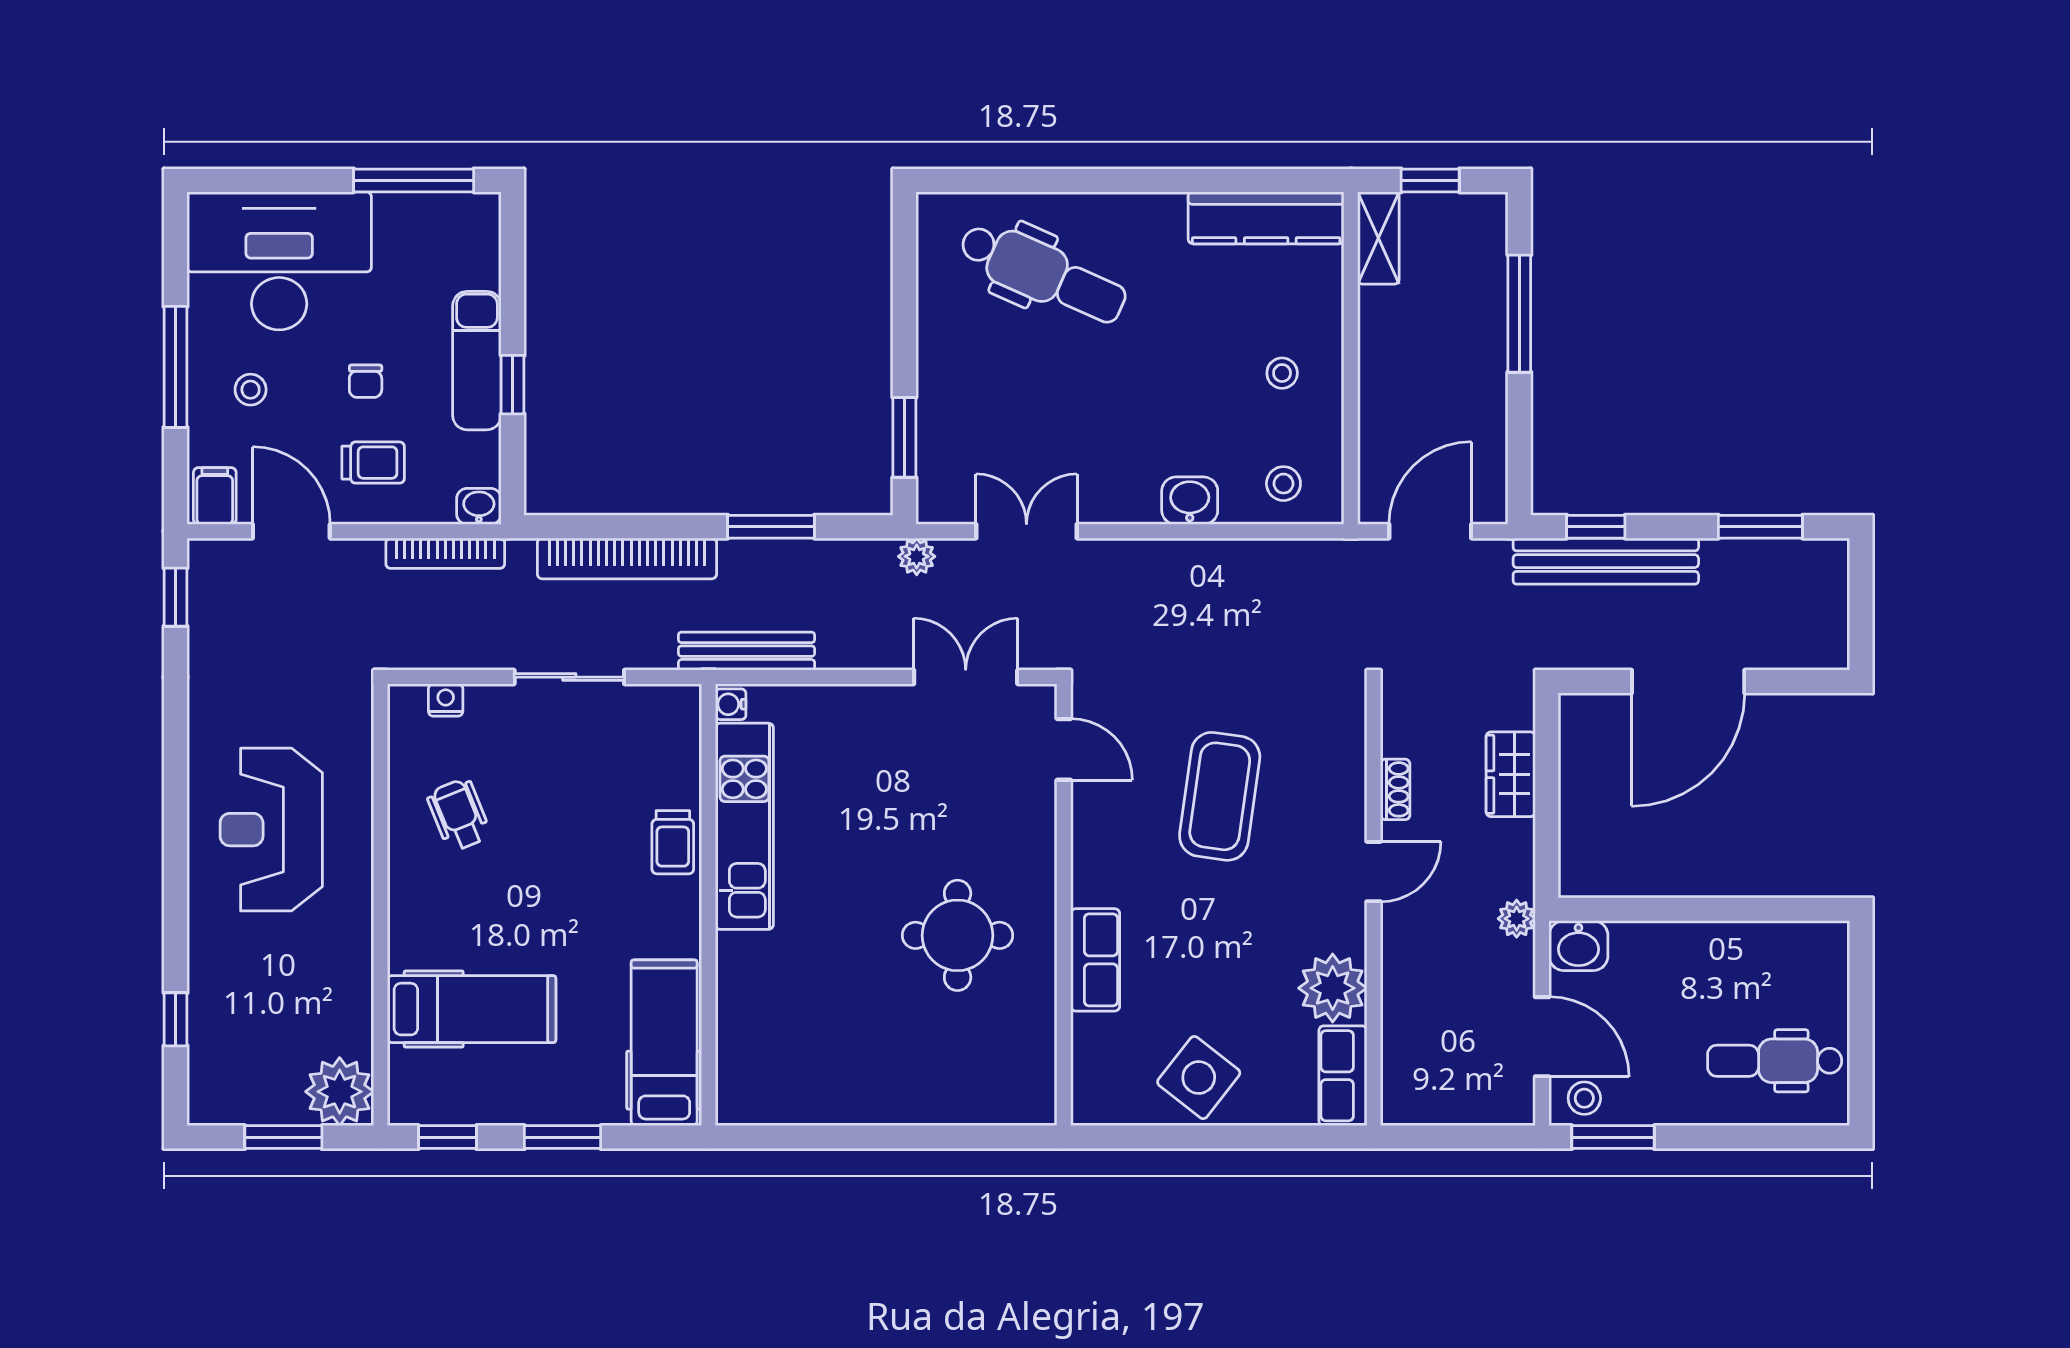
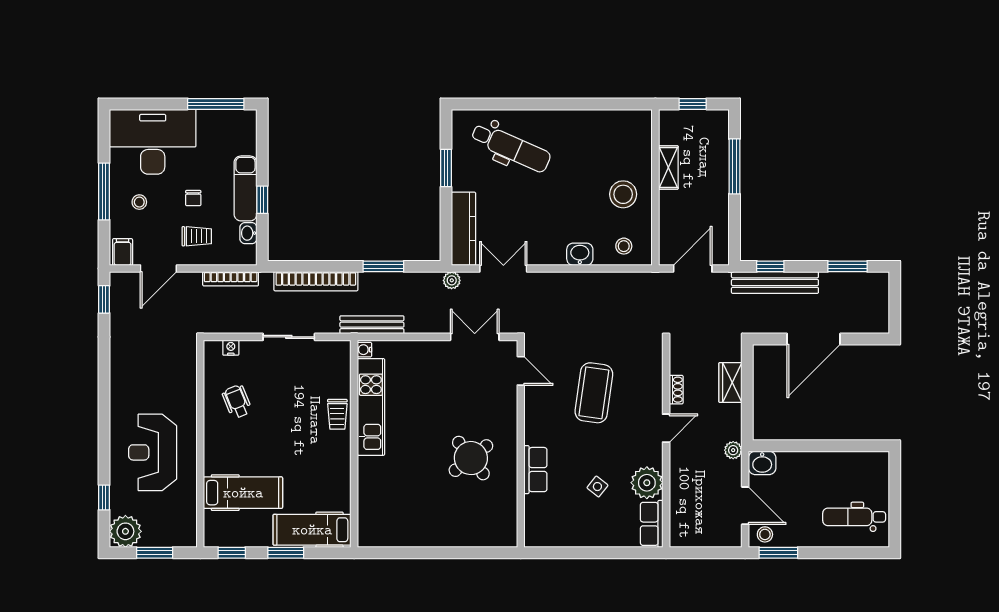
kitchen counter: (1266, 218) -> (463, 229), moved, turned -90
shelving: (1378, 238) -> (668, 167), moved
stool: (1282, 373) -> (623, 194), width x1.89, depth x1.89
window: (904, 437) -> (446, 168), moved
washbasin: (479, 506) -> (248, 233), moved, turned -90
door: (291, 531) -> (158, 268), swing flipped
reception desk: (271, 830) -> (153, 452), moved
round table: (958, 935) -> (471, 458), turned -38
hospital bed: (664, 1043) -> (312, 530), moved, turned -90
side table: (1199, 1078) -> (597, 487), moved, width x0.54, depth x0.54
plant: (340, 1092) -> (125, 531), moved

